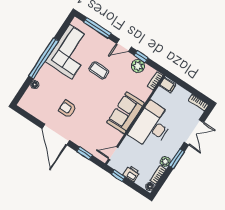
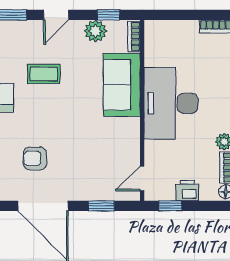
window: (141, 57) -> (108, 15), moved
filing cabinet: (168, 85) -> (156, 31), removed
sofa: (126, 113) -> (122, 85), moved

